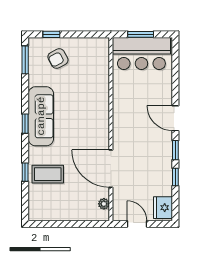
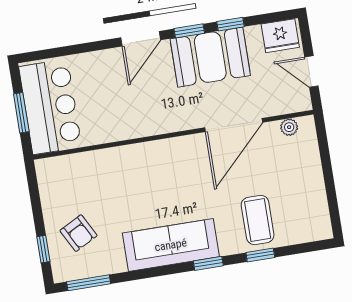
window: (25, 124) -> (208, 263), moved
booth: (157, 161) -> (210, 57), added
door: (137, 224) -> (311, 71), hinge flipped

